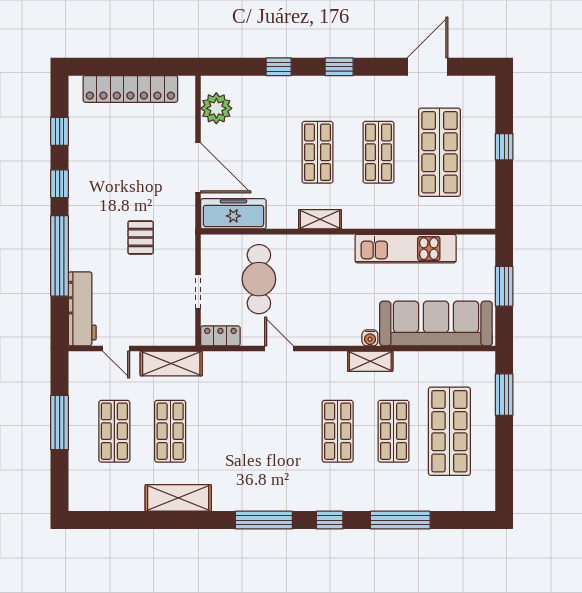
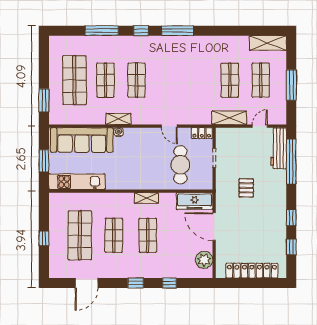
kitchen unit: (406, 249) -> (77, 182), moved
window: (60, 256) -> (291, 162), moved
door: (116, 349) -> (260, 126), hinge flipped
shelving: (178, 498) -> (268, 43), moved

